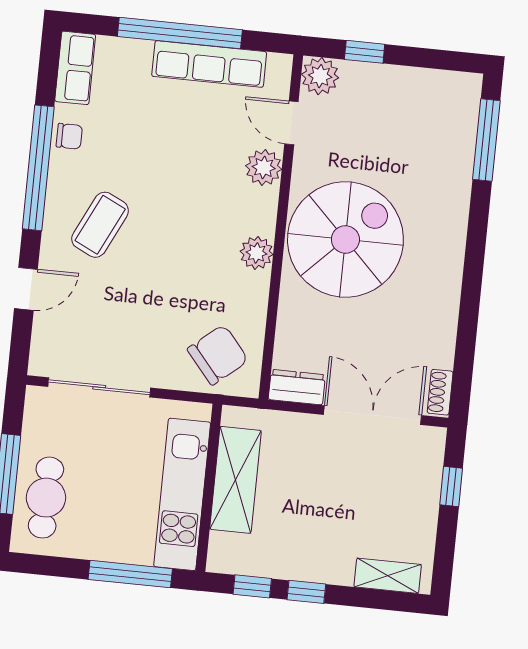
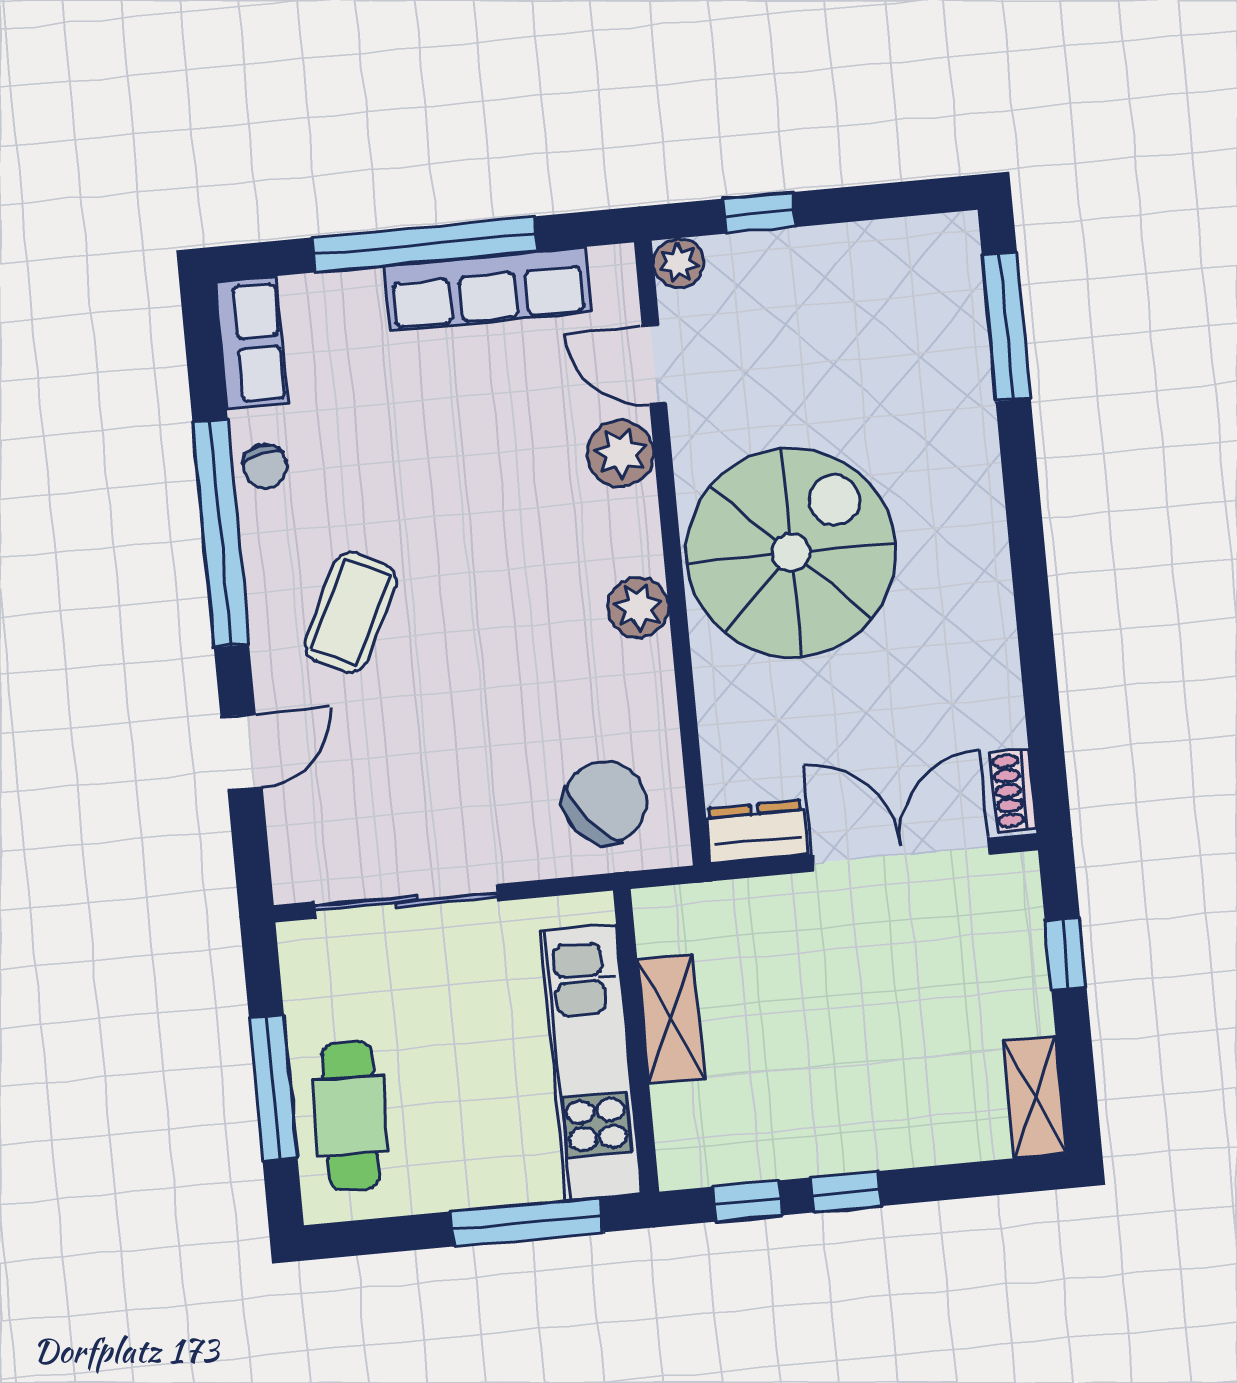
plant: (320, 76) -> (679, 263), width x0.73, depth x0.73
chair: (69, 136) -> (265, 466), turned 79
shelving: (235, 480) -> (671, 1019), width x0.67, depth x0.75
shelving: (388, 576) -> (1035, 1097), moved, turned 90

